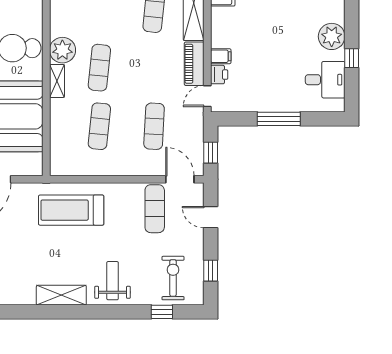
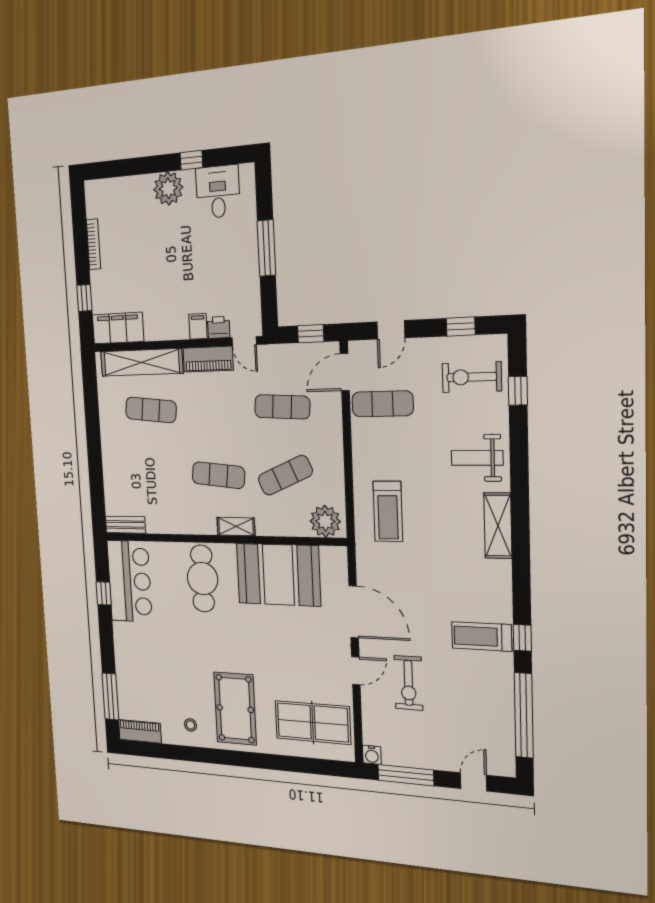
plant: (62, 50) -> (325, 521), moved
exercise mat: (99, 126) -> (285, 475), turned -30
treadmill: (71, 210) -> (388, 511), width x0.73, depth x0.73

